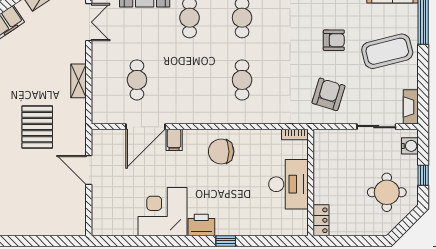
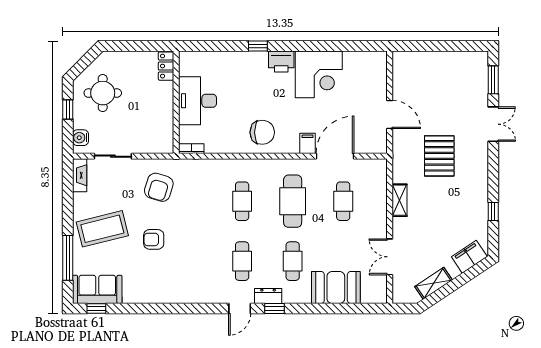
cafe table: (190, 80) -> (293, 201), added

